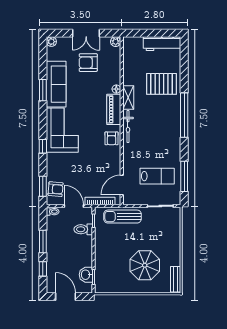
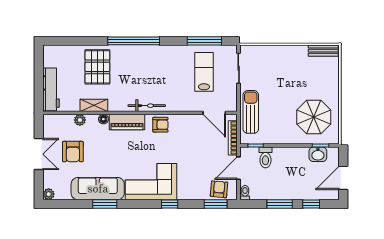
plant: (116, 42) -> (80, 120), moved
workbench: (162, 44) -> (51, 89), moved
shelving: (128, 98) -> (94, 105), moved
sun lounger: (122, 217) -> (251, 112), turned 180
parasol: (145, 265) -> (314, 117), moved

